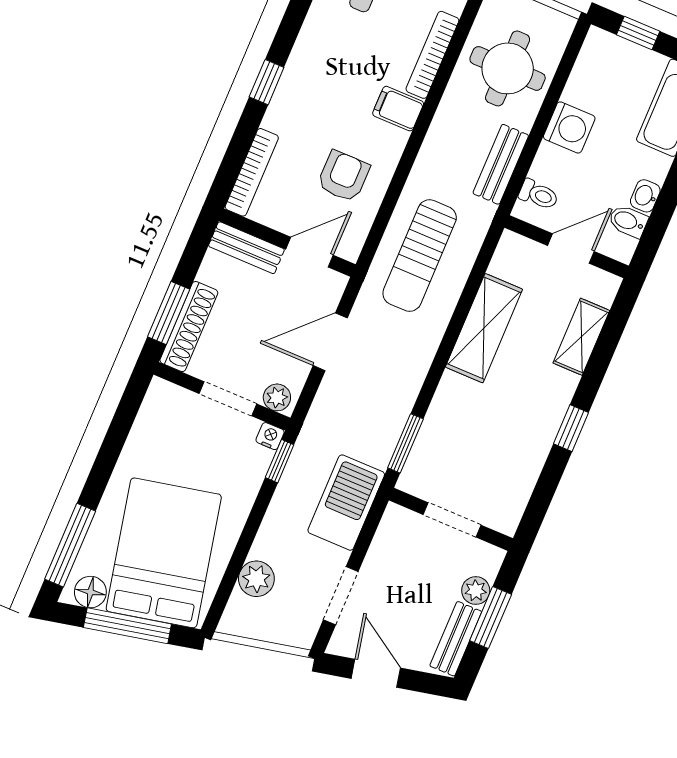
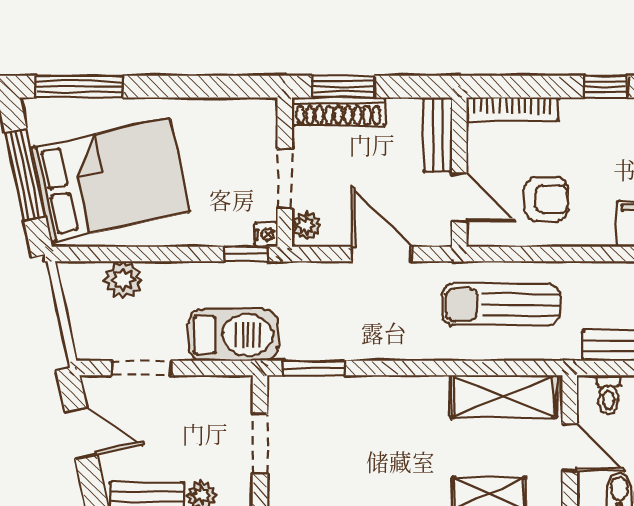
shelving: (484, 328) -> (504, 396), moved
floor lamp: (90, 592) -> (43, 125), removed
door: (376, 673) -> (81, 433), hinge flipped

